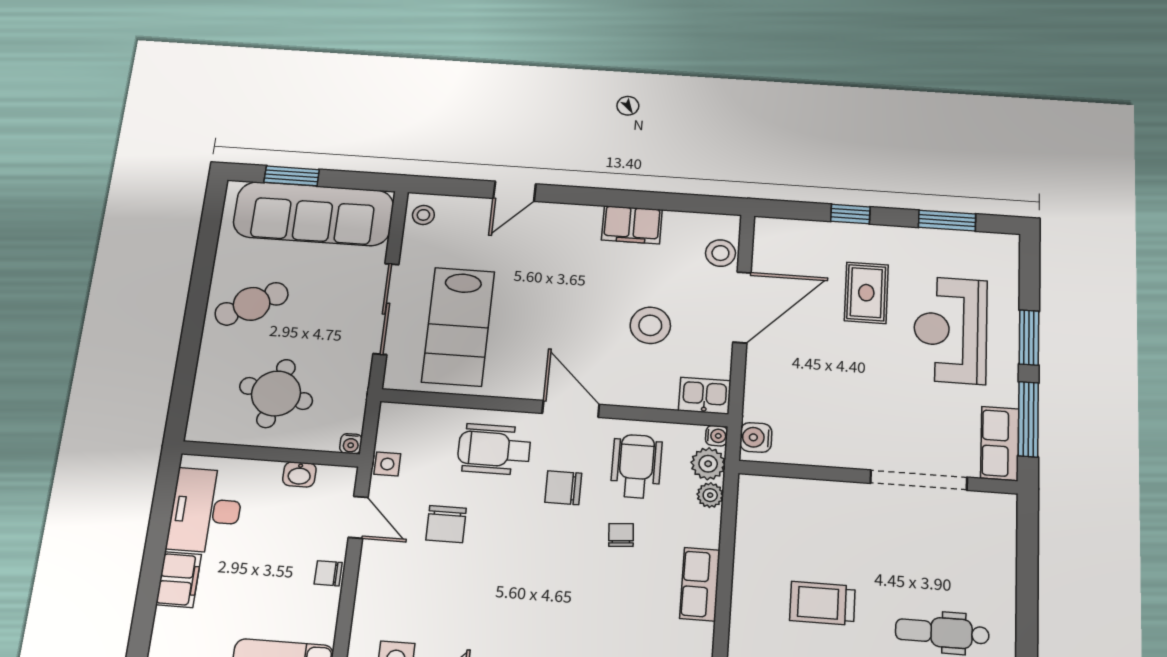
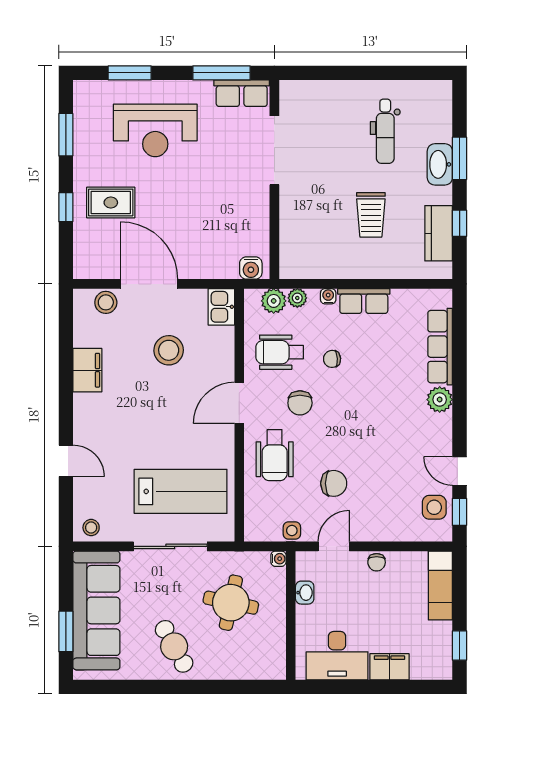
rug: (866, 293) -> (111, 203), moved
window: (1029, 338) -> (130, 73), moved
round table: (276, 393) -> (231, 603), moved
water cooler: (717, 436) -> (328, 296), moved

